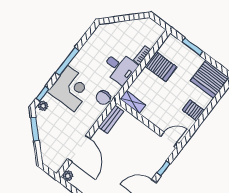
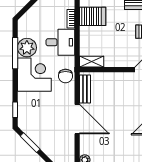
window: (67, 61) -> (15, 53), moved
corner desk: (71, 89) -> (34, 75), moved
plant: (43, 106) -> (27, 48), moved, width x1.87, depth x1.87
door: (79, 149) -> (77, 119), moved

